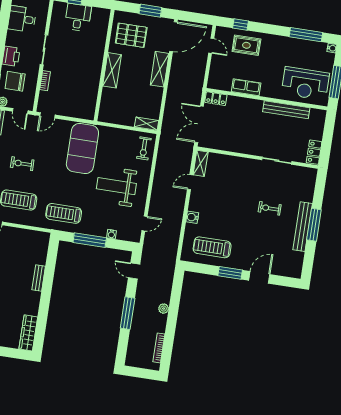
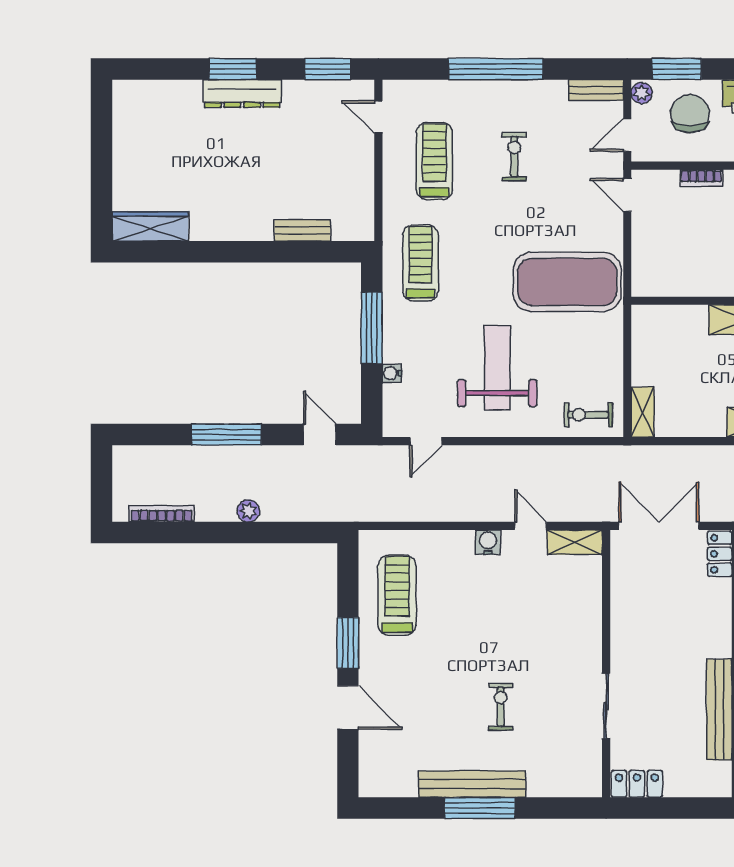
water cooler: (192, 217) -> (488, 542), moved
door: (144, 223) -> (426, 441), hinge flipped
door: (134, 271) -> (320, 435), hinge flipped
bench: (39, 278) -> (302, 230), moved

